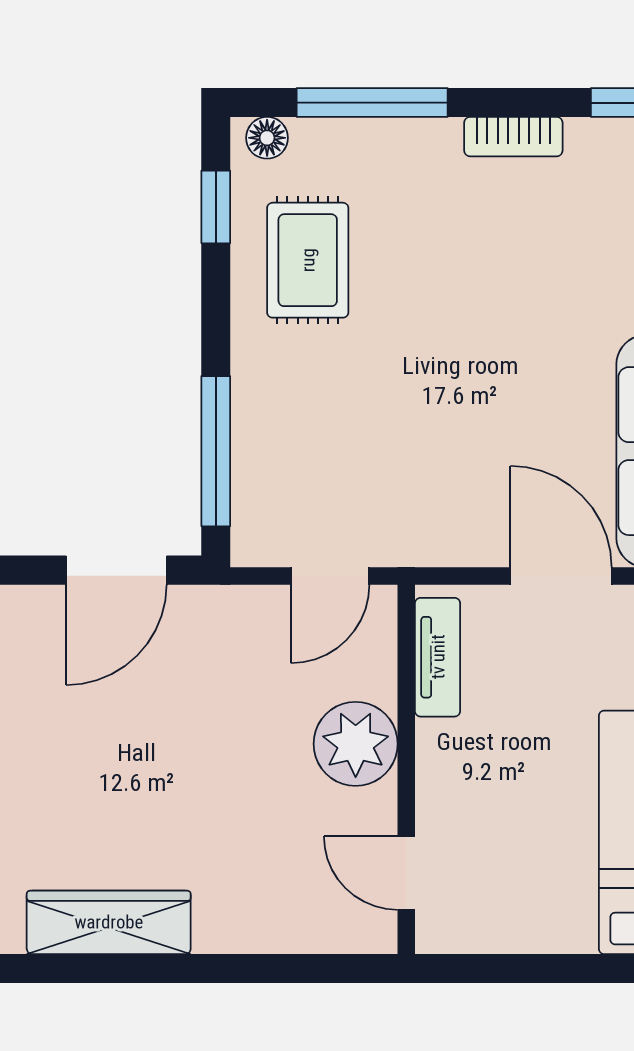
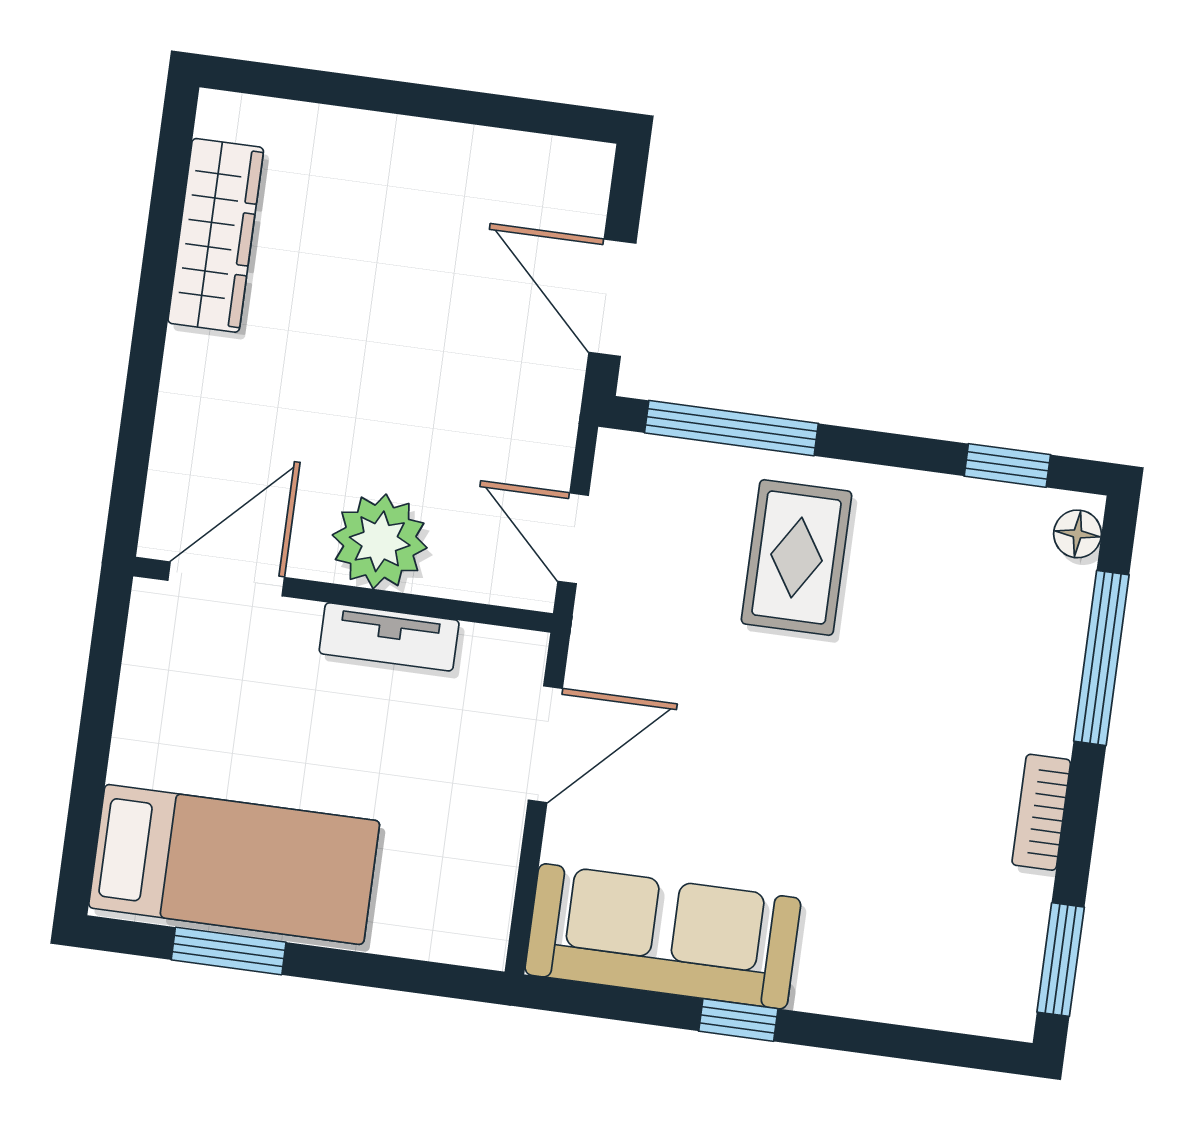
rug: (308, 260) -> (797, 557), moved, turned 90
door: (561, 576) -> (545, 744), moved
tv unit: (438, 657) -> (389, 637), moved
door: (406, 873) -> (226, 579), width x1.38

